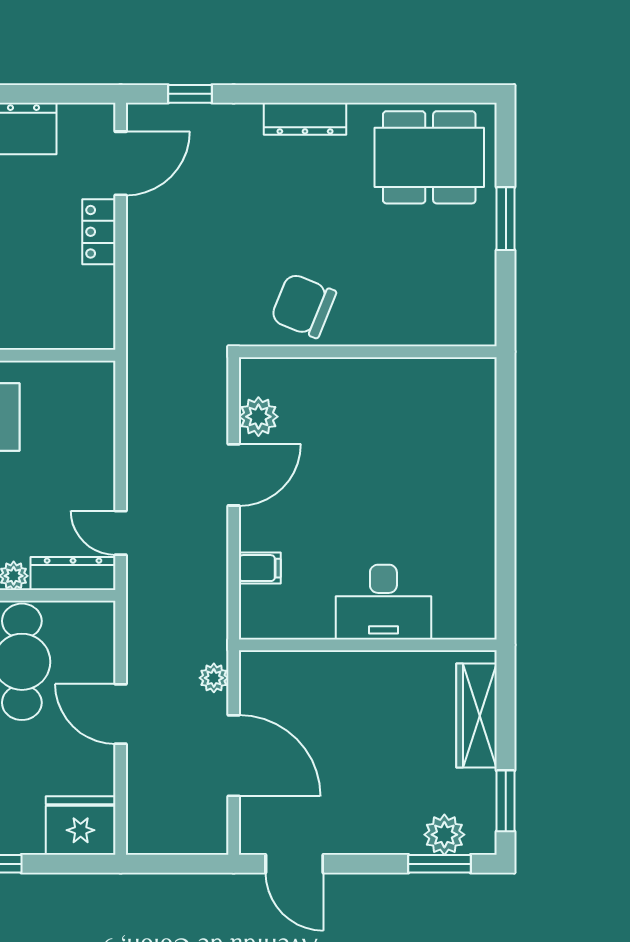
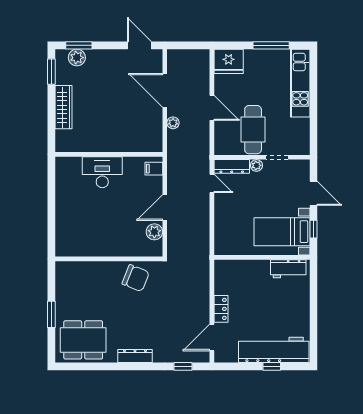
desk: (383, 602) -> (102, 172), moved
wall: (368, 645) -> (109, 154), moved

